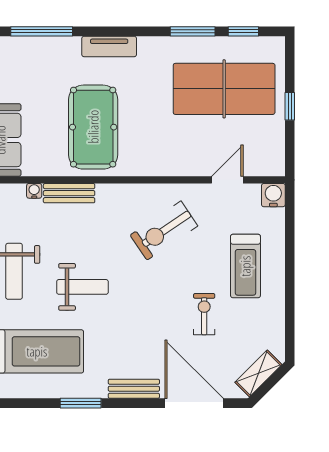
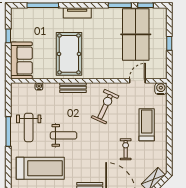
table tennis table: (224, 89) -> (136, 34), turned 90
bench: (69, 193) -> (73, 88), moved
exercise bike: (164, 231) -> (105, 107), turned 149
treadmill: (245, 266) -> (147, 125), turned 180

